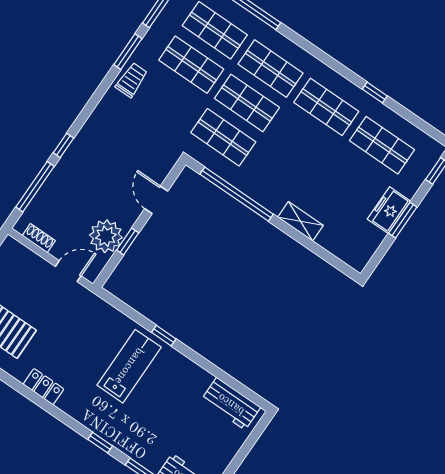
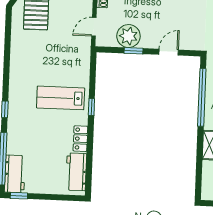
door: (68, 271) -> (94, 27), swing flipped
lab bench: (129, 366) -> (61, 98), turned 180
locker: (43, 387) -> (80, 139), moved, turned 180

